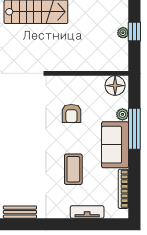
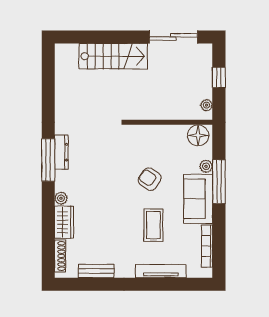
plant: (123, 33) -> (207, 105), moved
armchair: (71, 114) -> (150, 179), moved, turned 125
tv unit: (87, 212) -> (161, 271), width x1.41

